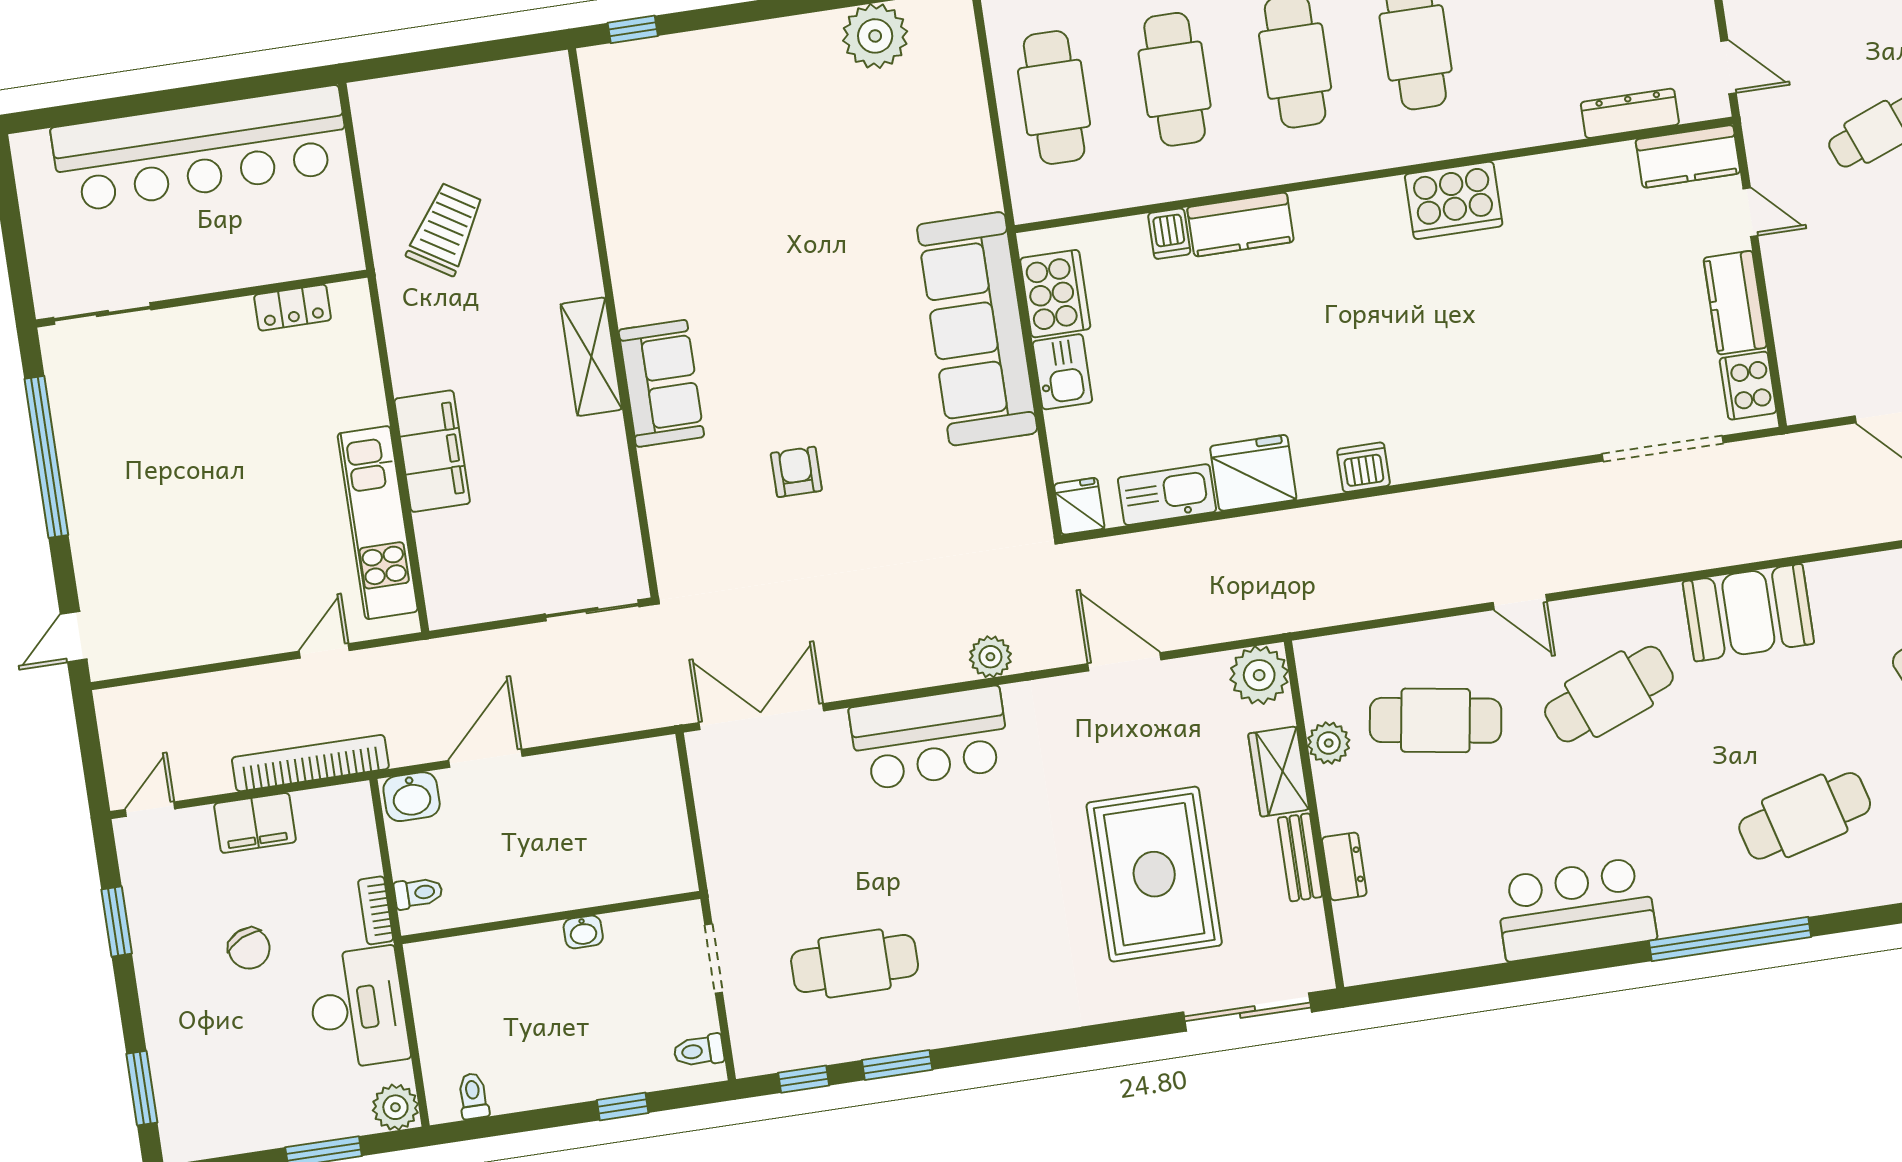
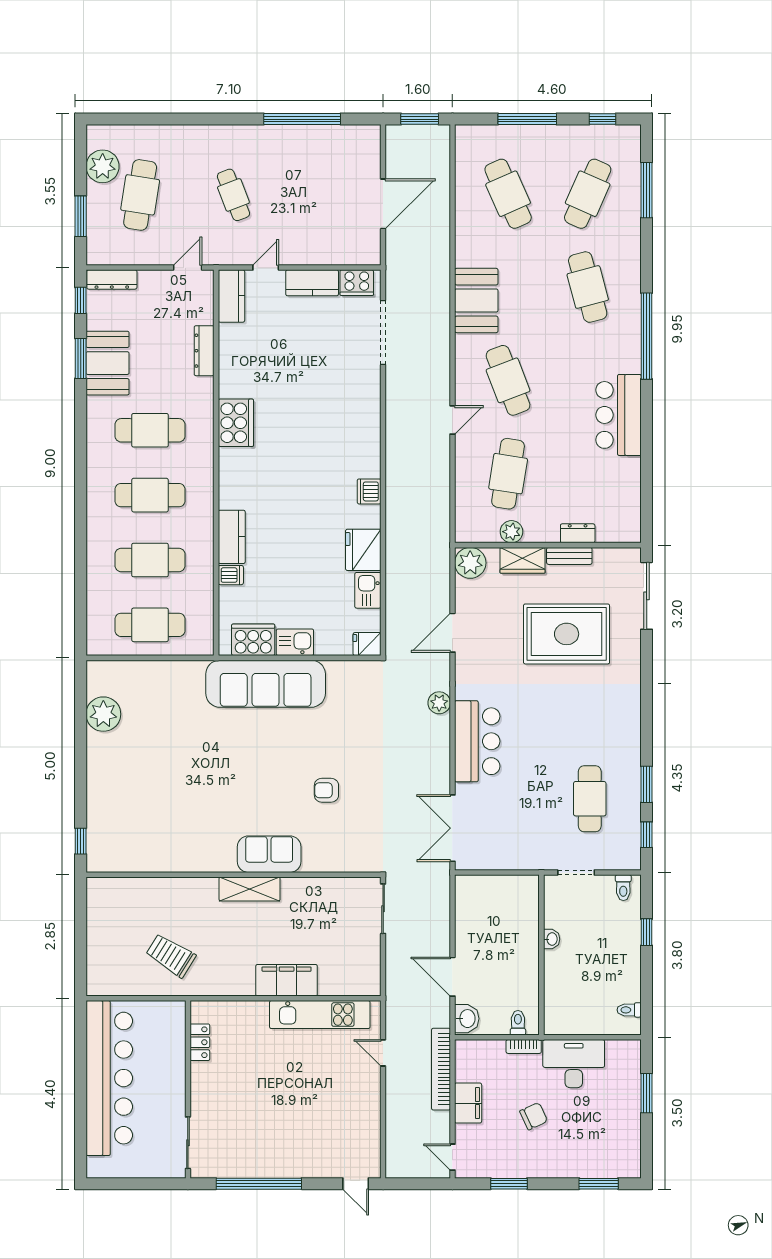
dresser: (1630, 113) -> (204, 351), moved
kitchen sink: (1167, 495) -> (368, 590), width x0.73
plant: (395, 1107) -> (629, 1052), removed

